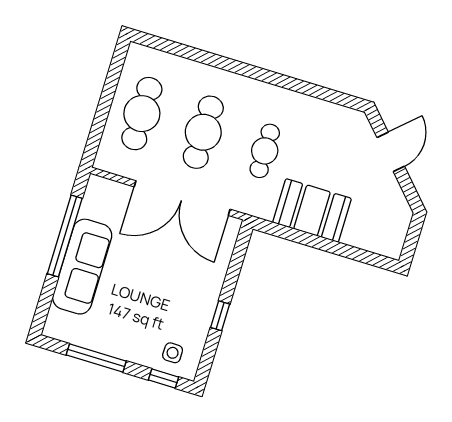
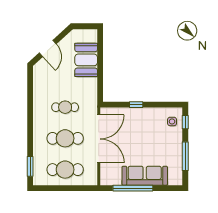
window: (169, 46) -> (30, 166), added
door: (391, 152) -> (48, 48), swing flipped
booth: (312, 210) -> (86, 60), moved
window: (220, 316) -> (136, 105), moved

